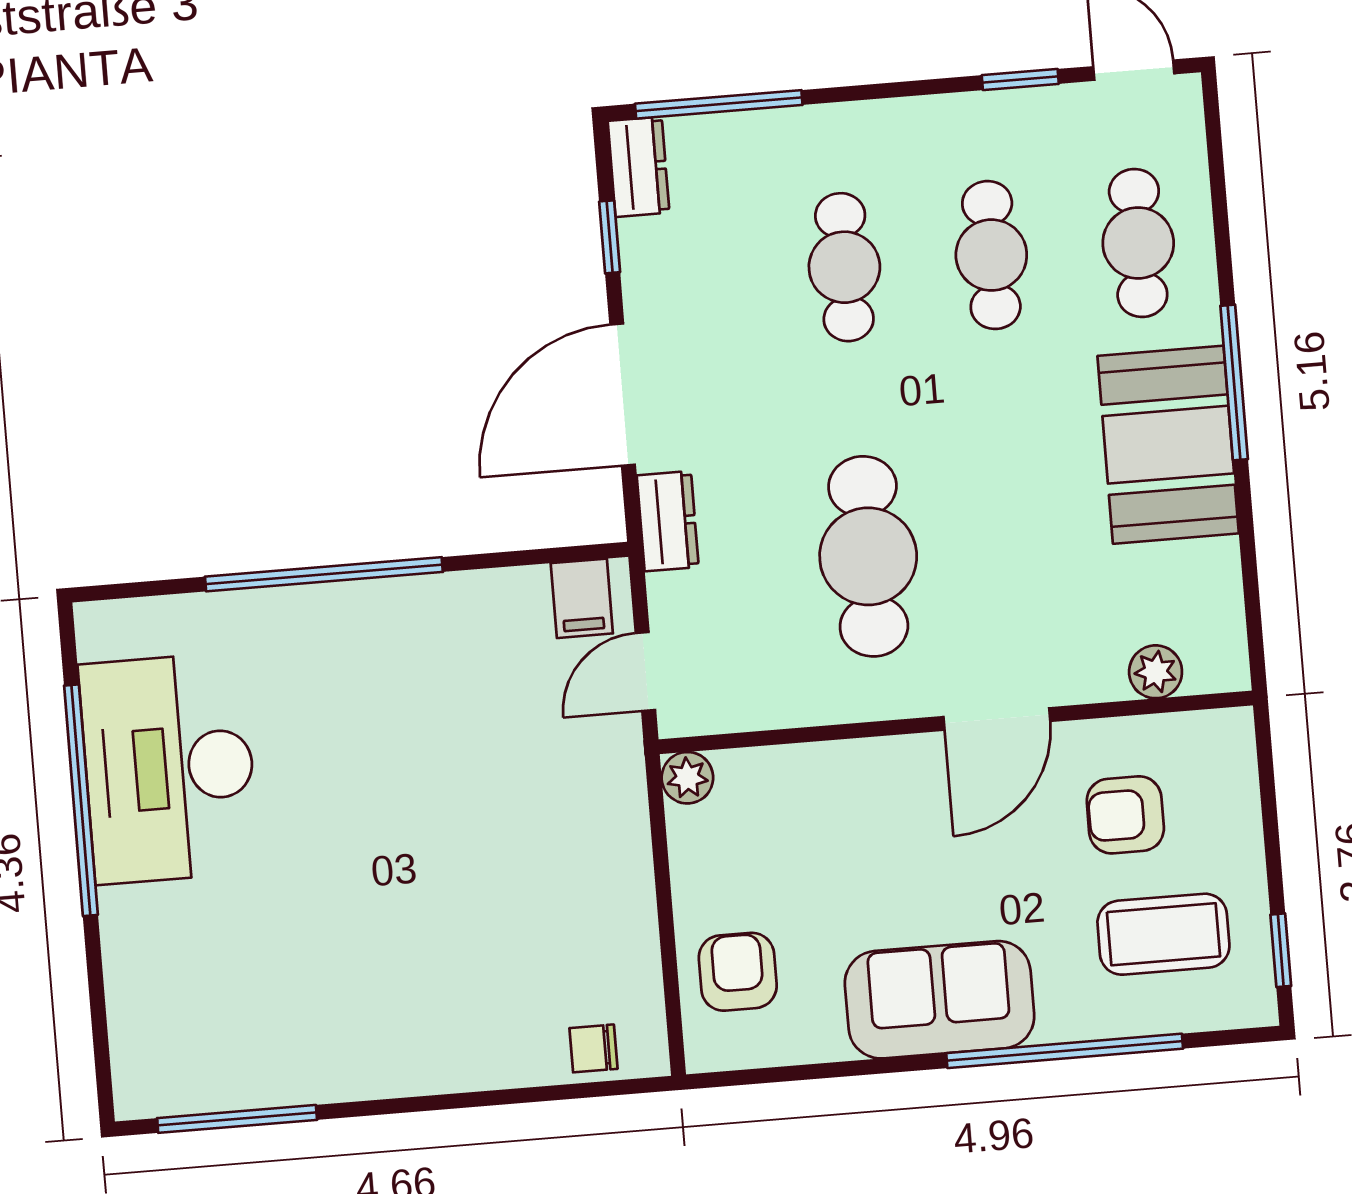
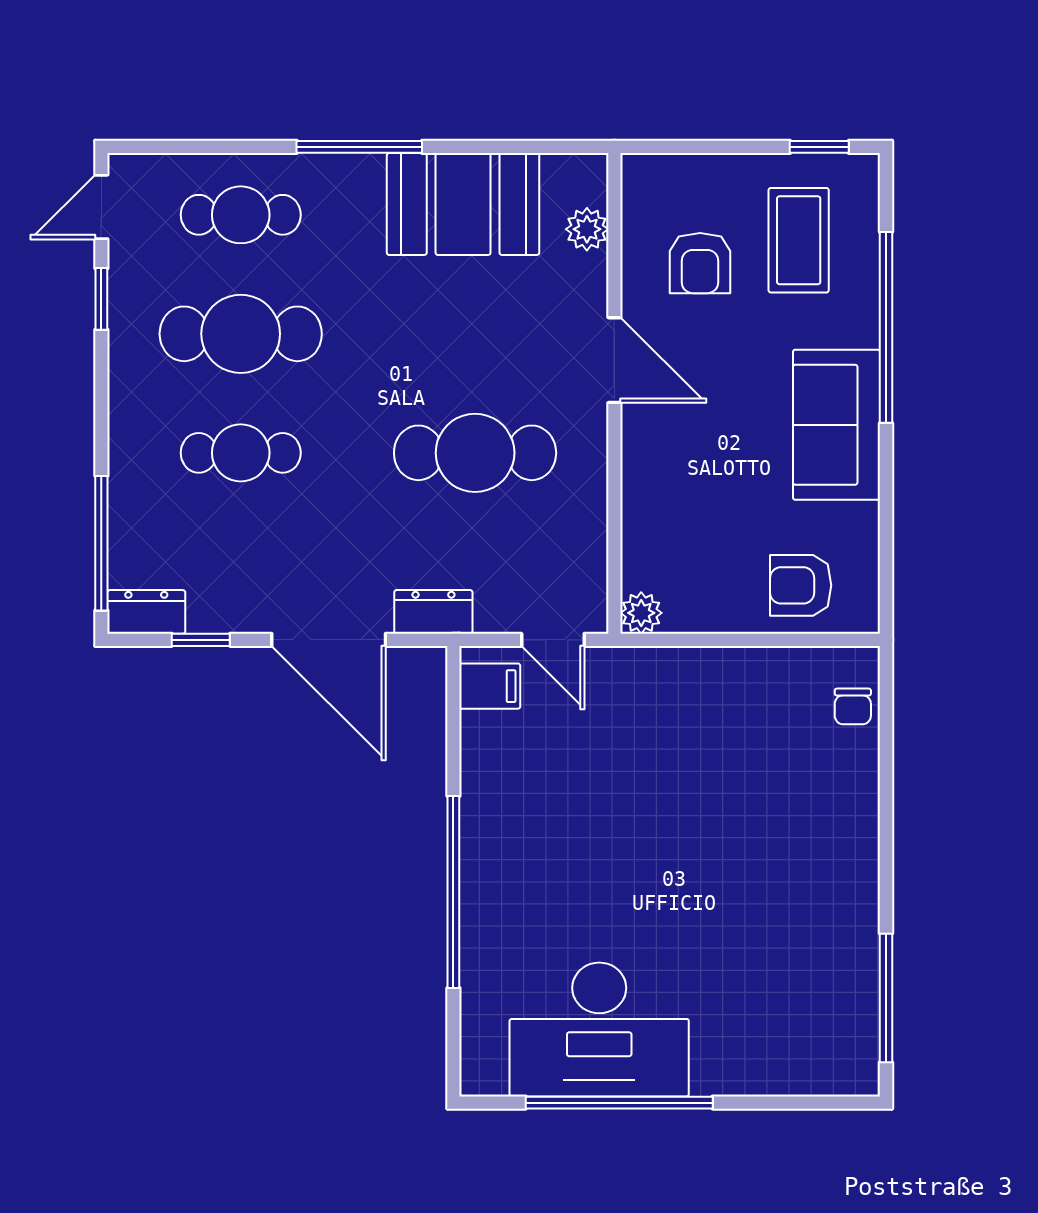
cafe table: (991, 255) -> (241, 334), width x1.37, depth x1.35
booth: (1168, 445) -> (463, 204), moved

